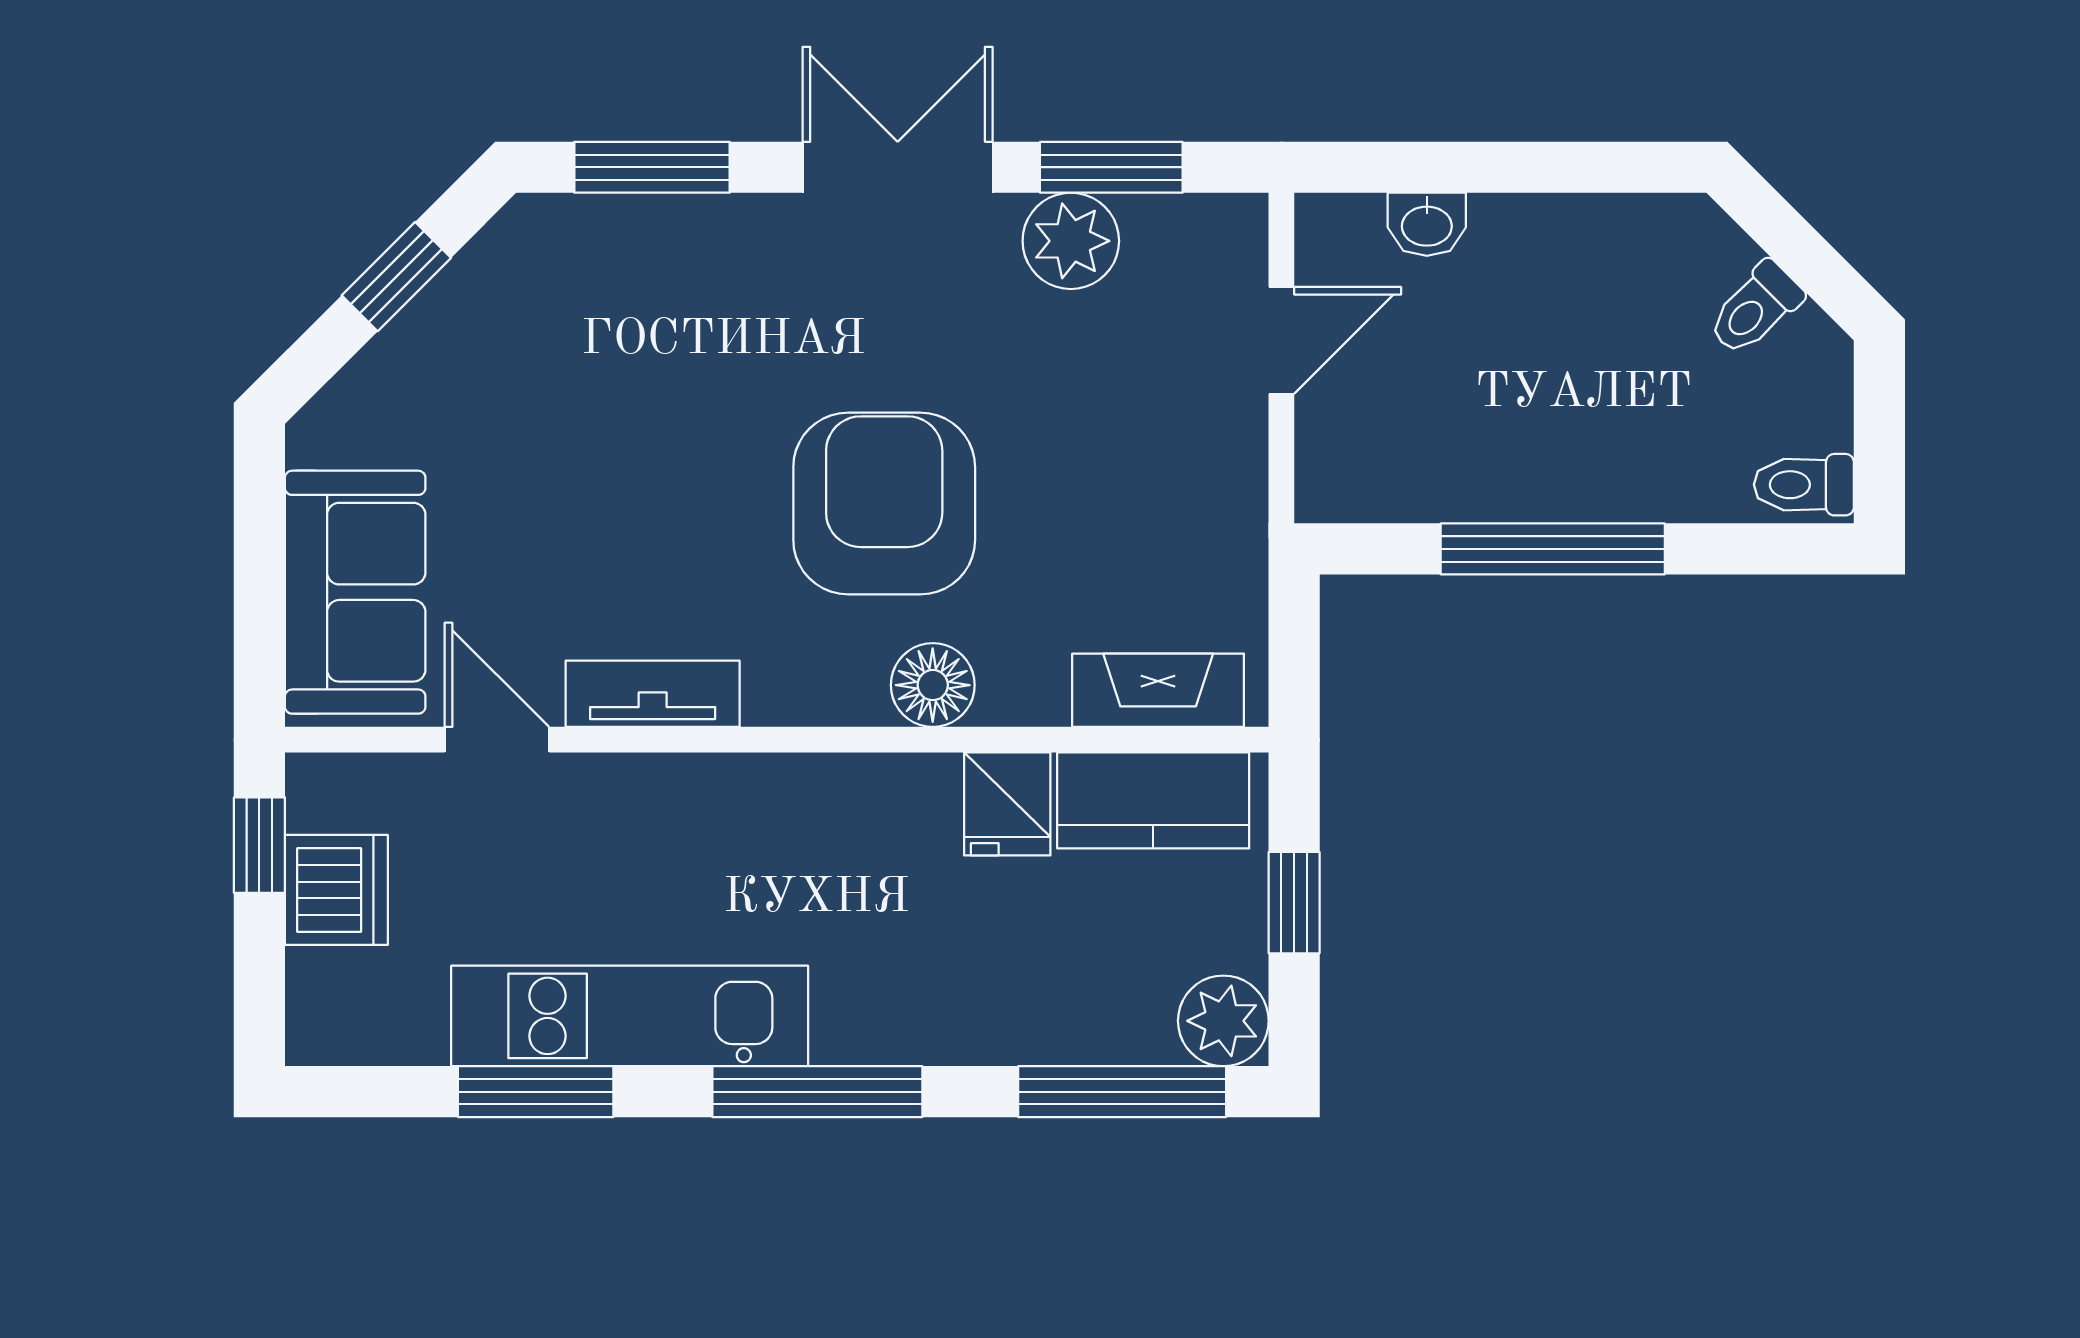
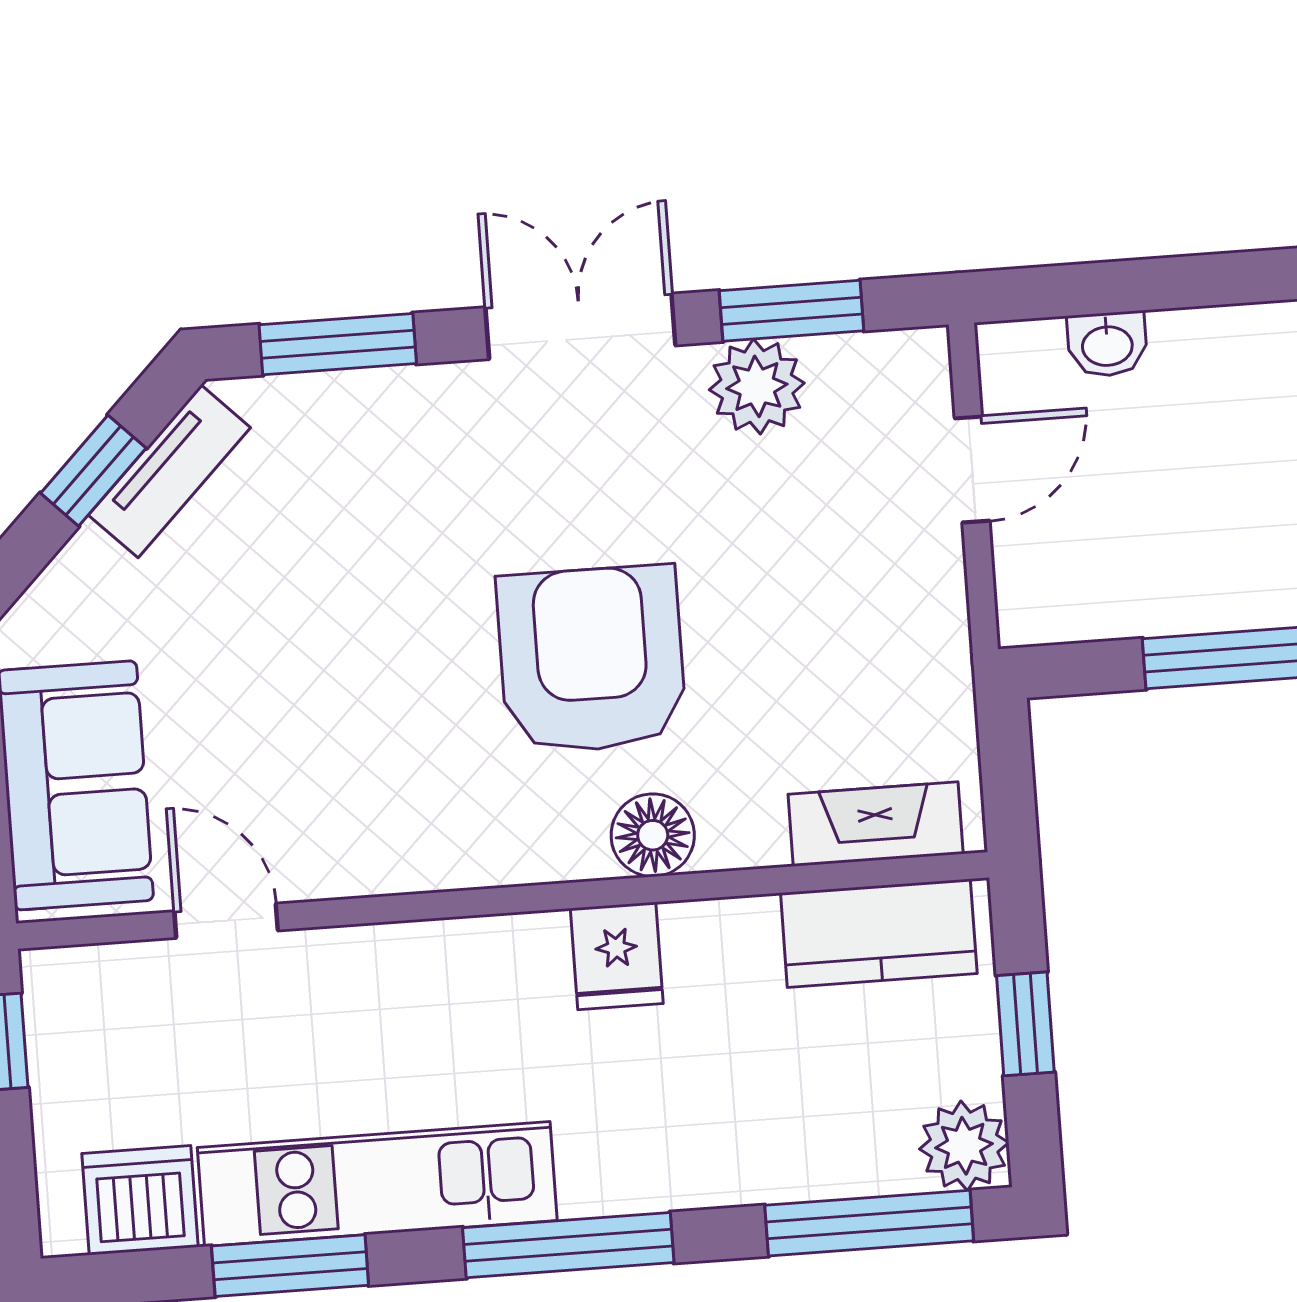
tv unit: (653, 694) -> (169, 471), moved, turned 135
fridge: (1007, 804) -> (617, 956), moved
dishwasher: (336, 890) -> (140, 1200), moved, turned -90

